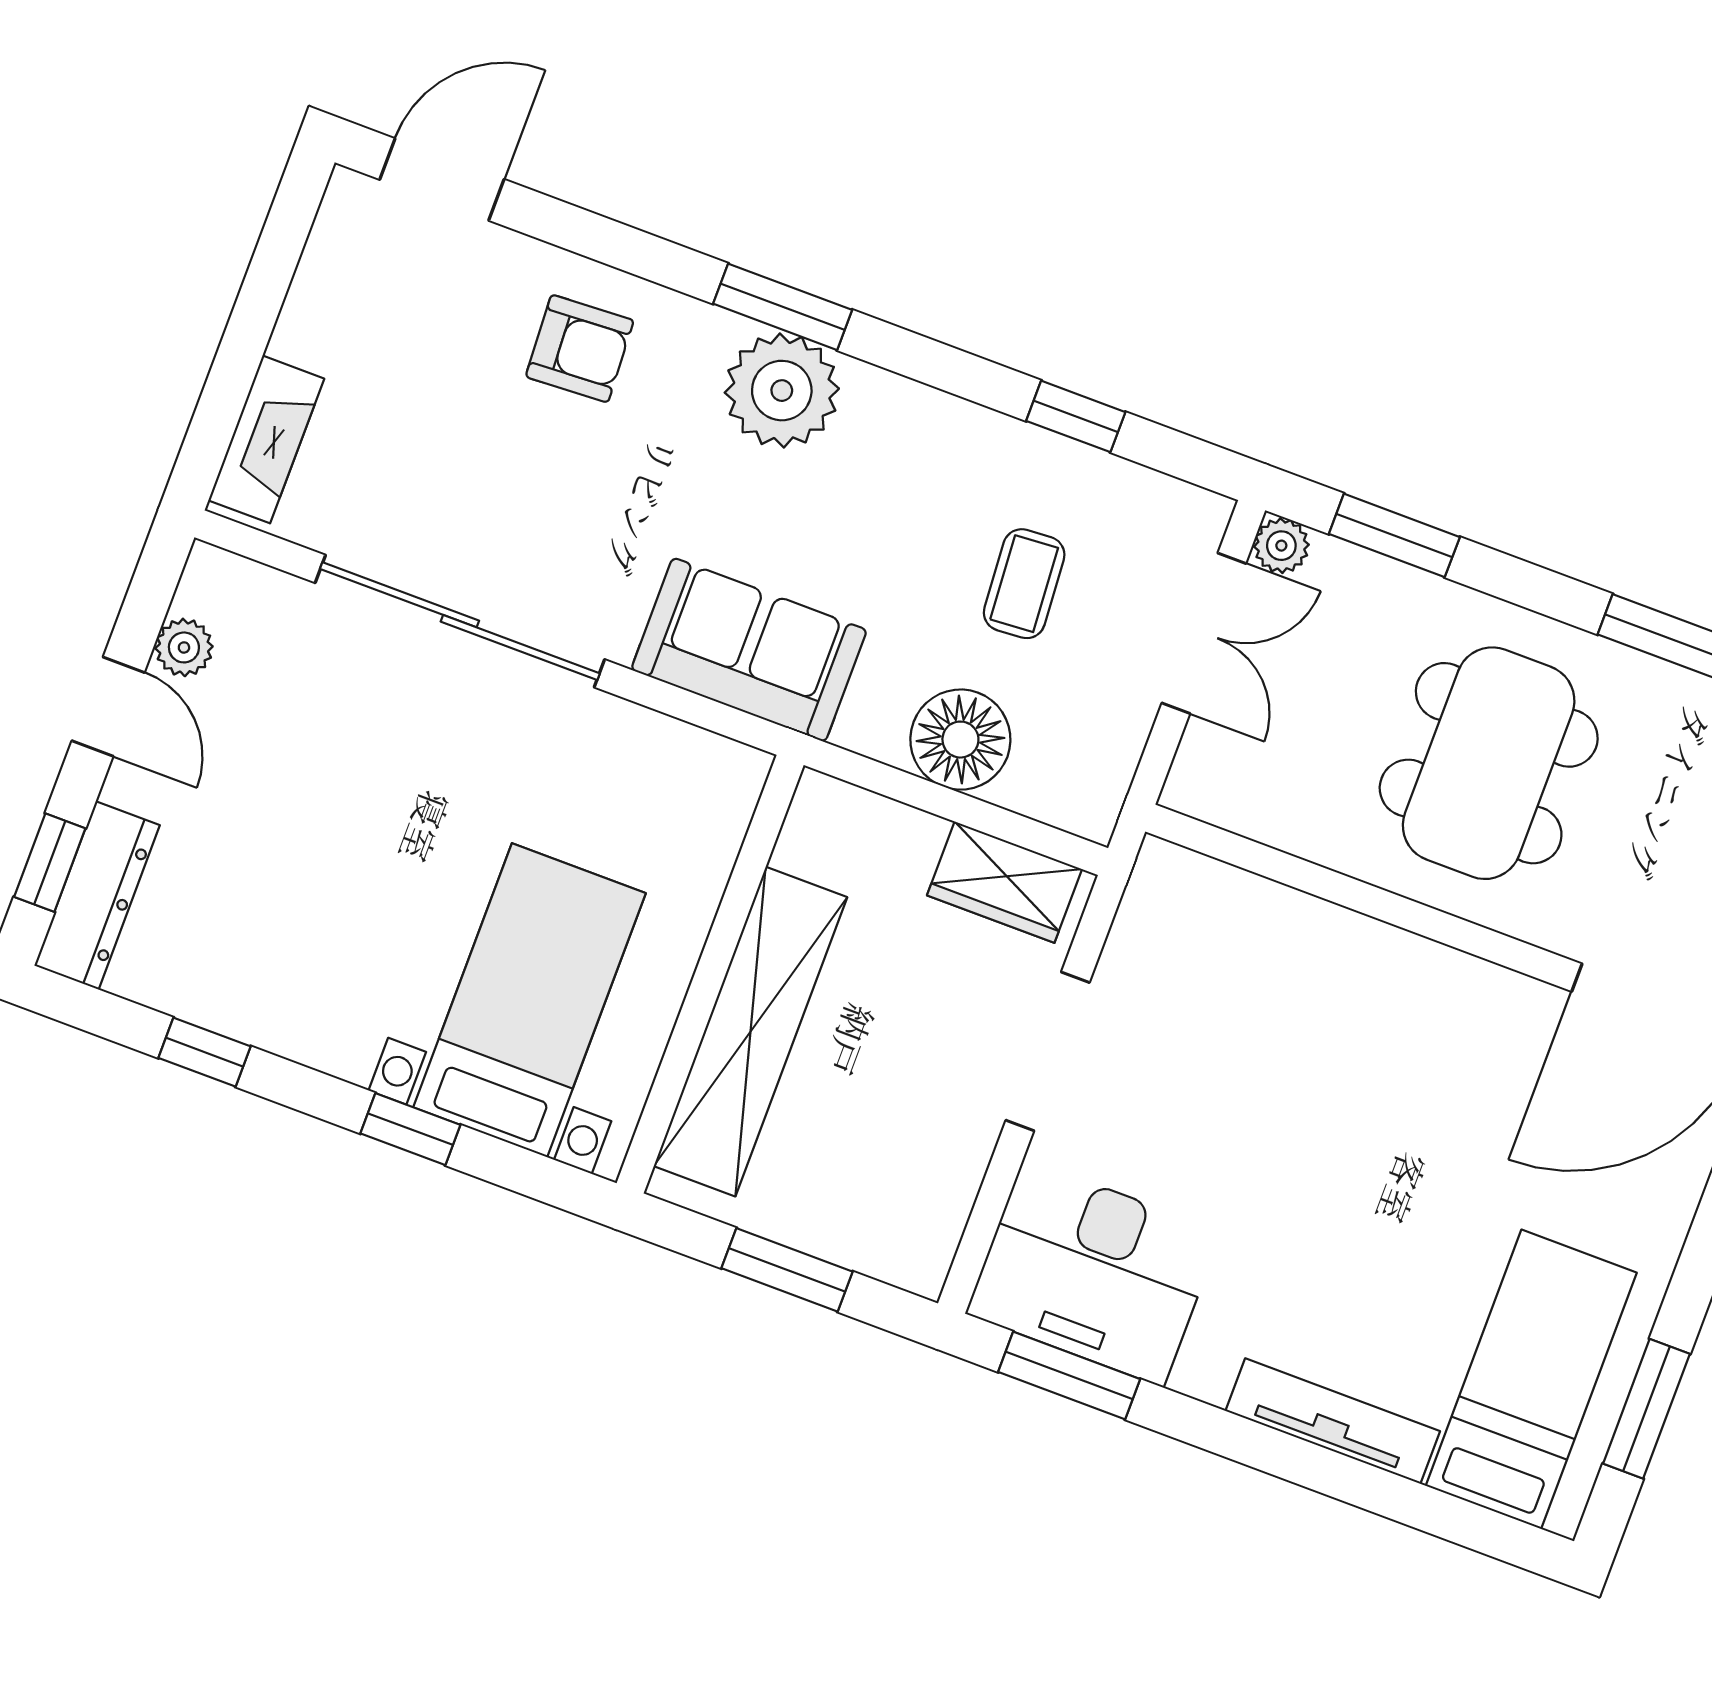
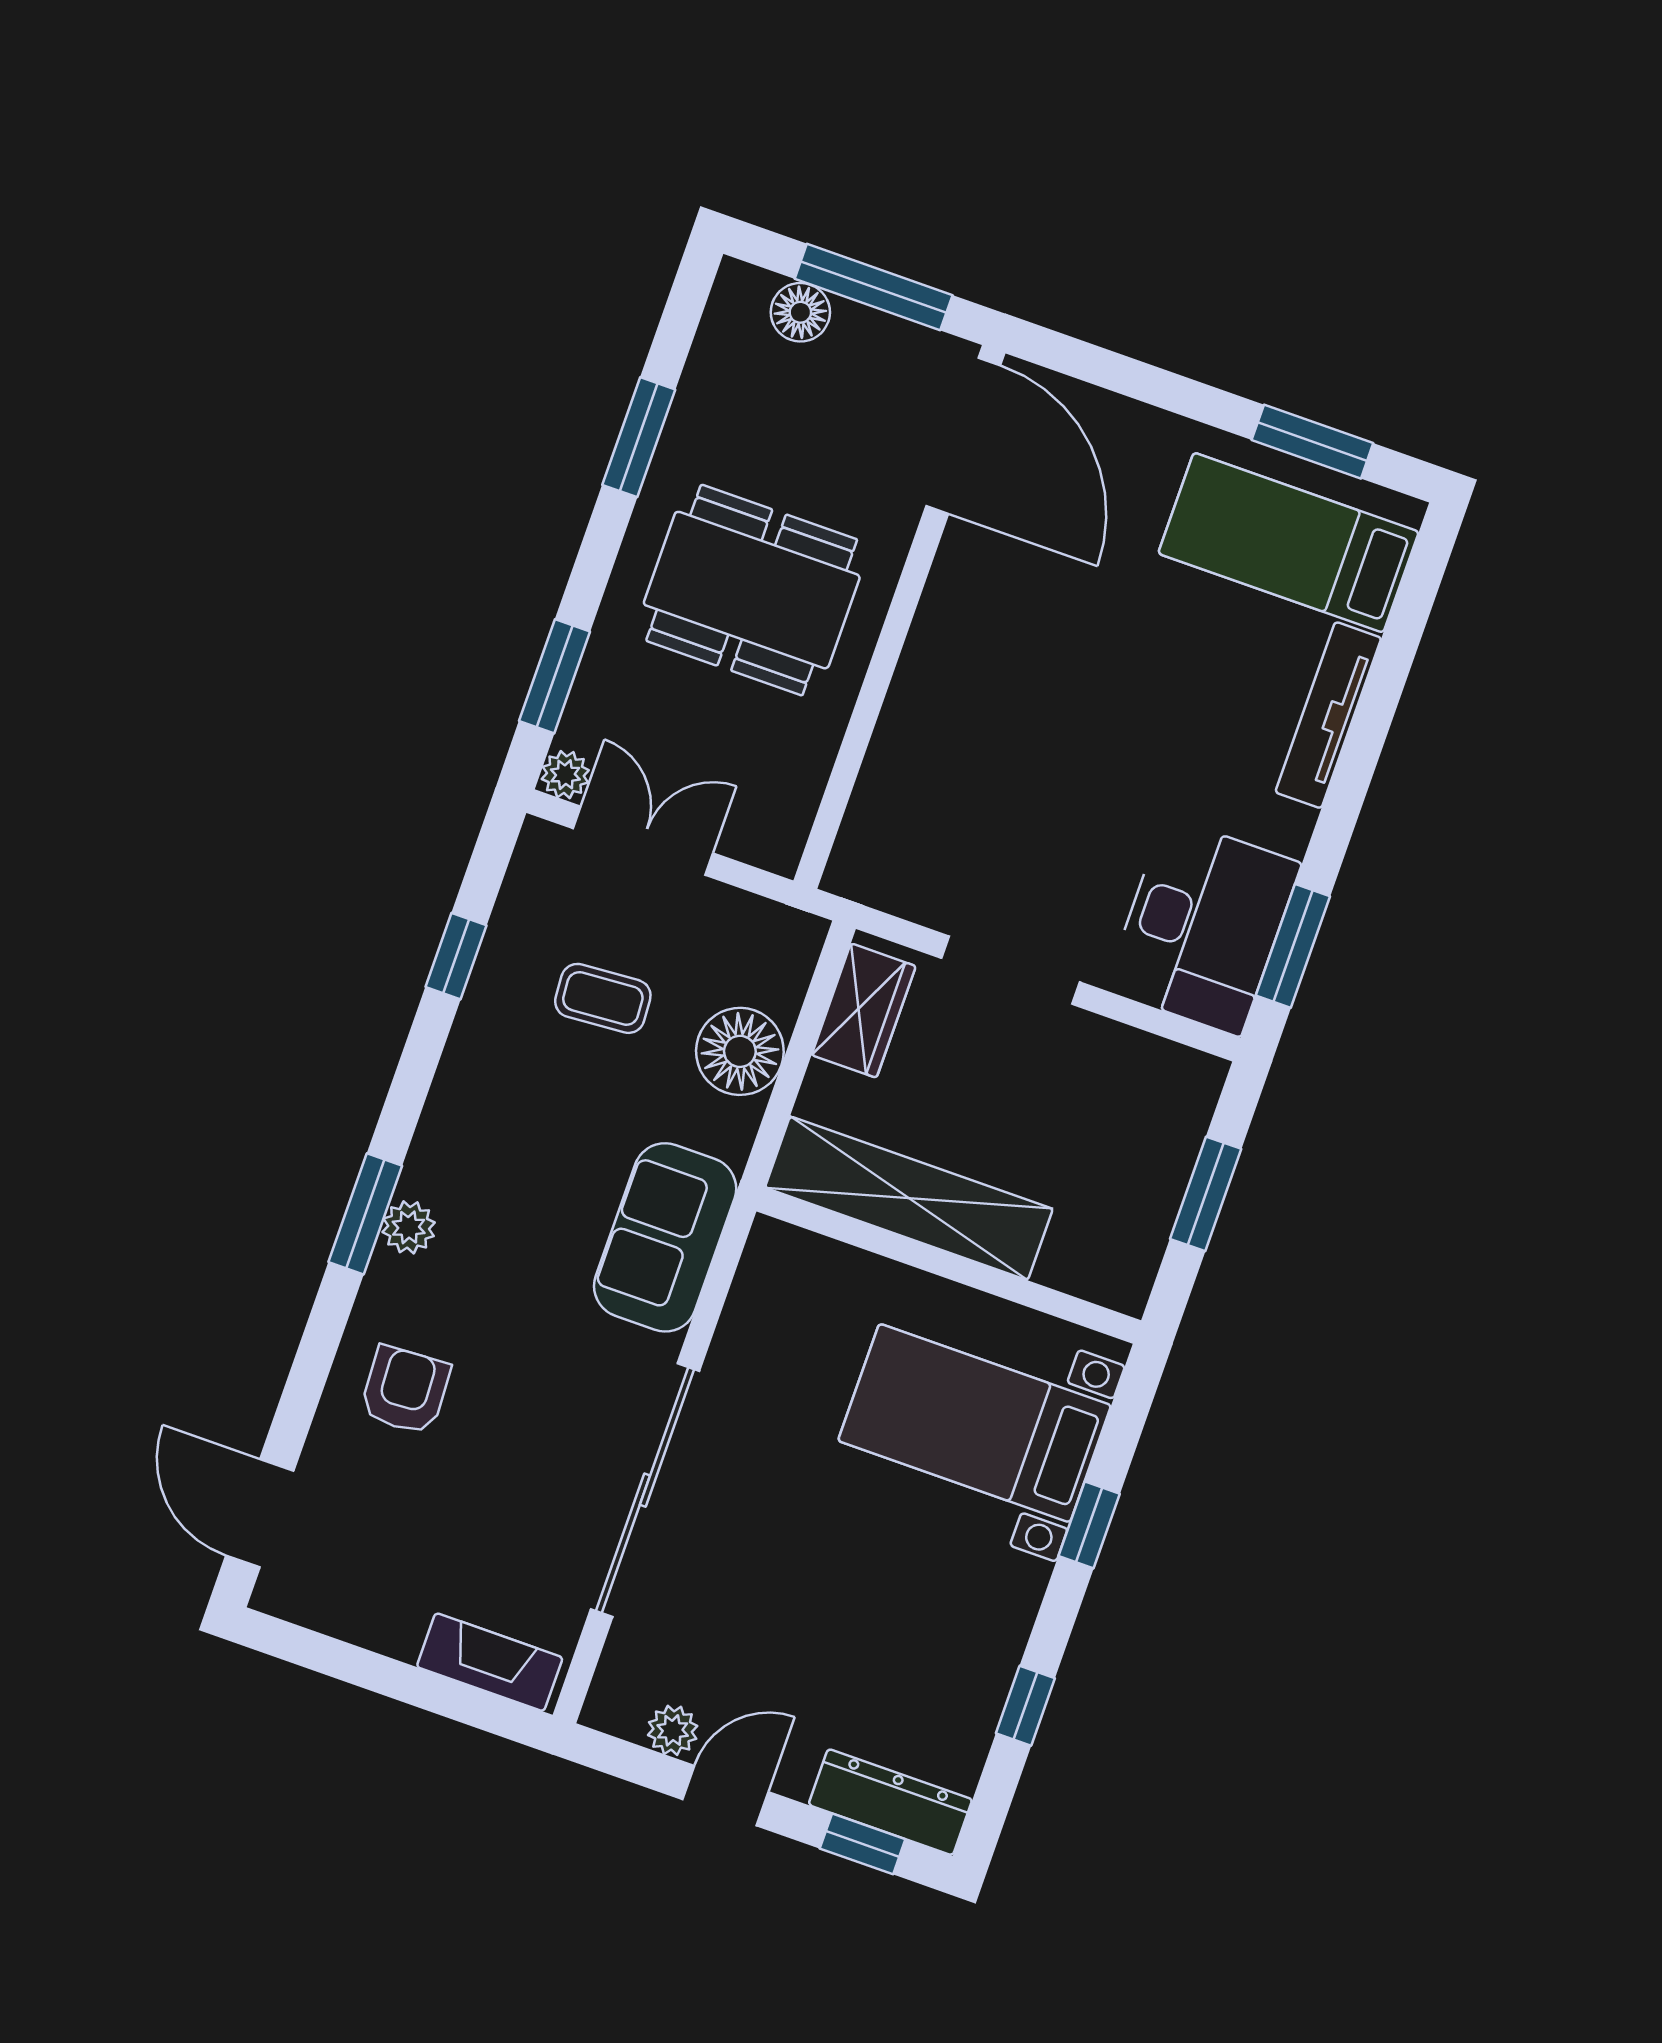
plant: (782, 391) -> (409, 1227), width x0.53, depth x0.53
shelving: (750, 1032) -> (909, 1198), moved

